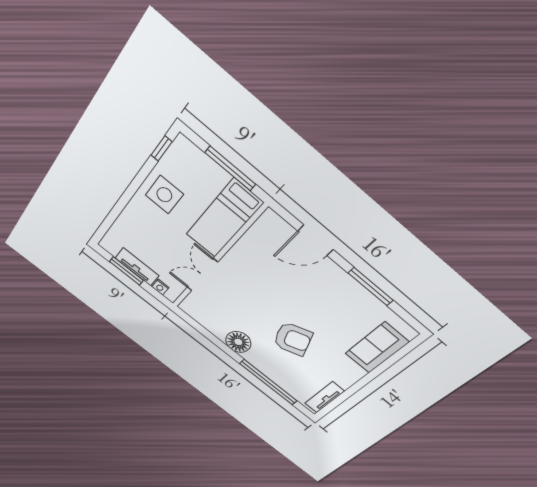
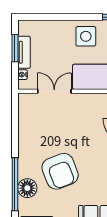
armchair: (293, 339) -> (60, 171), width x1.36, depth x1.36
floor lamp: (238, 342) -> (27, 188), moved

